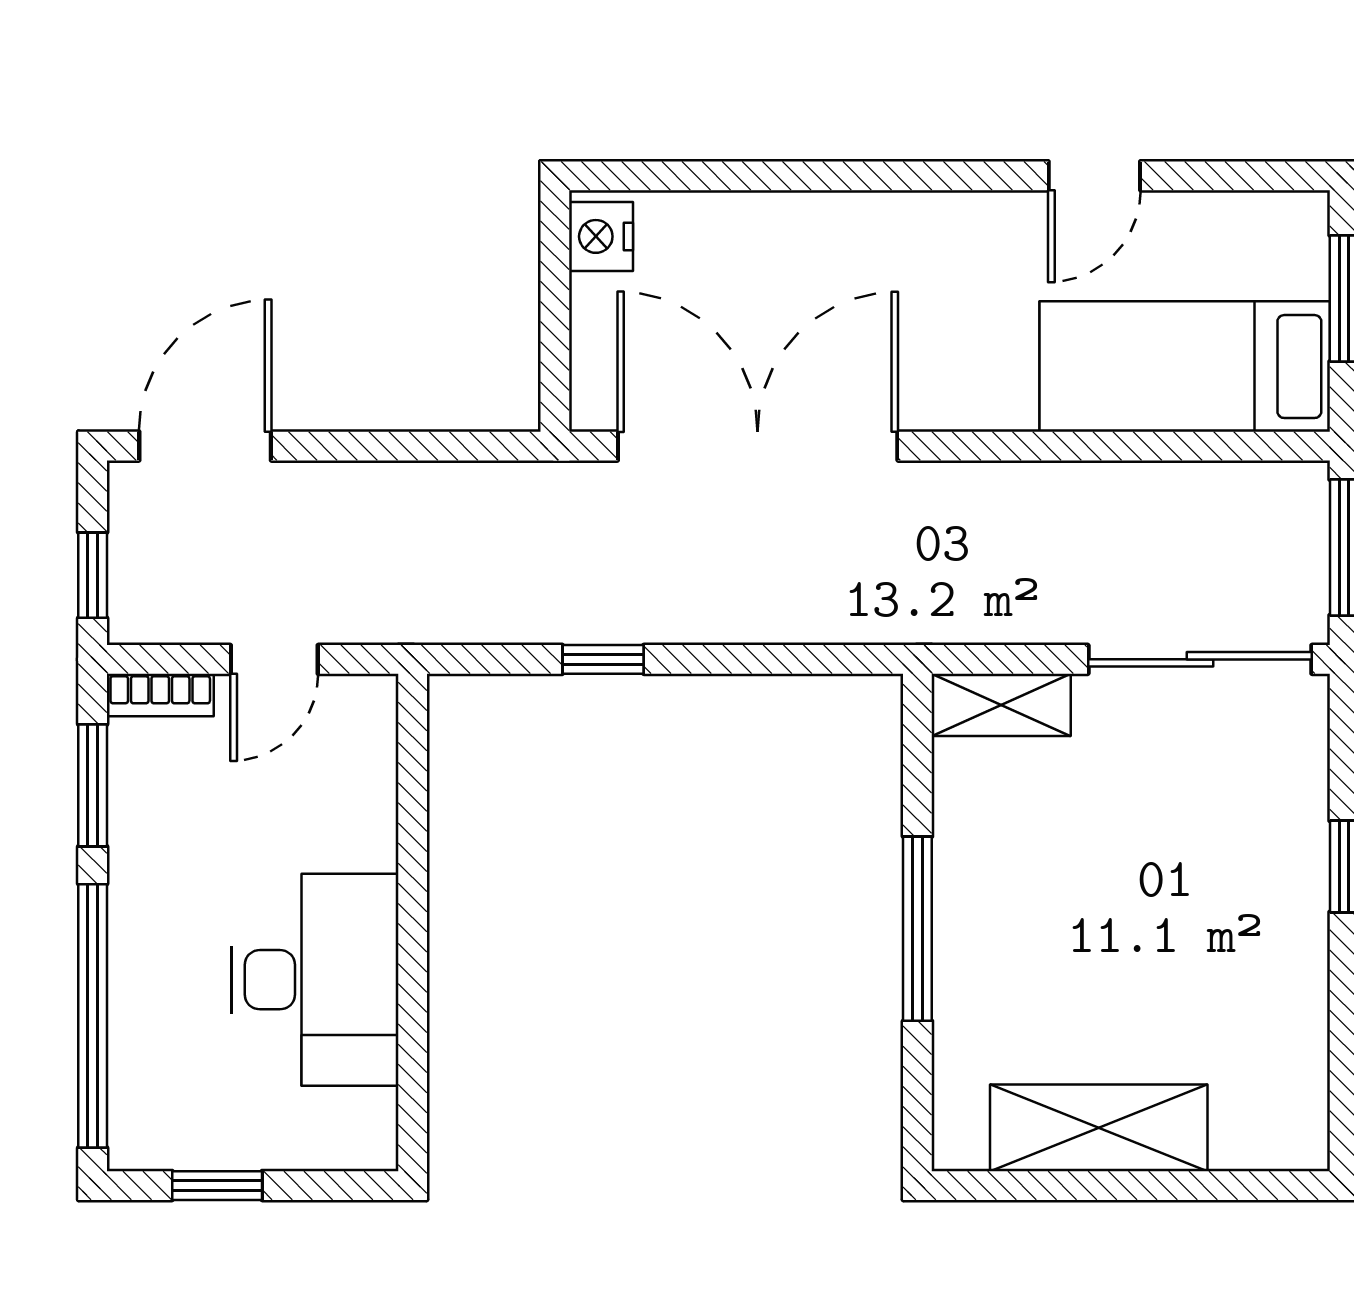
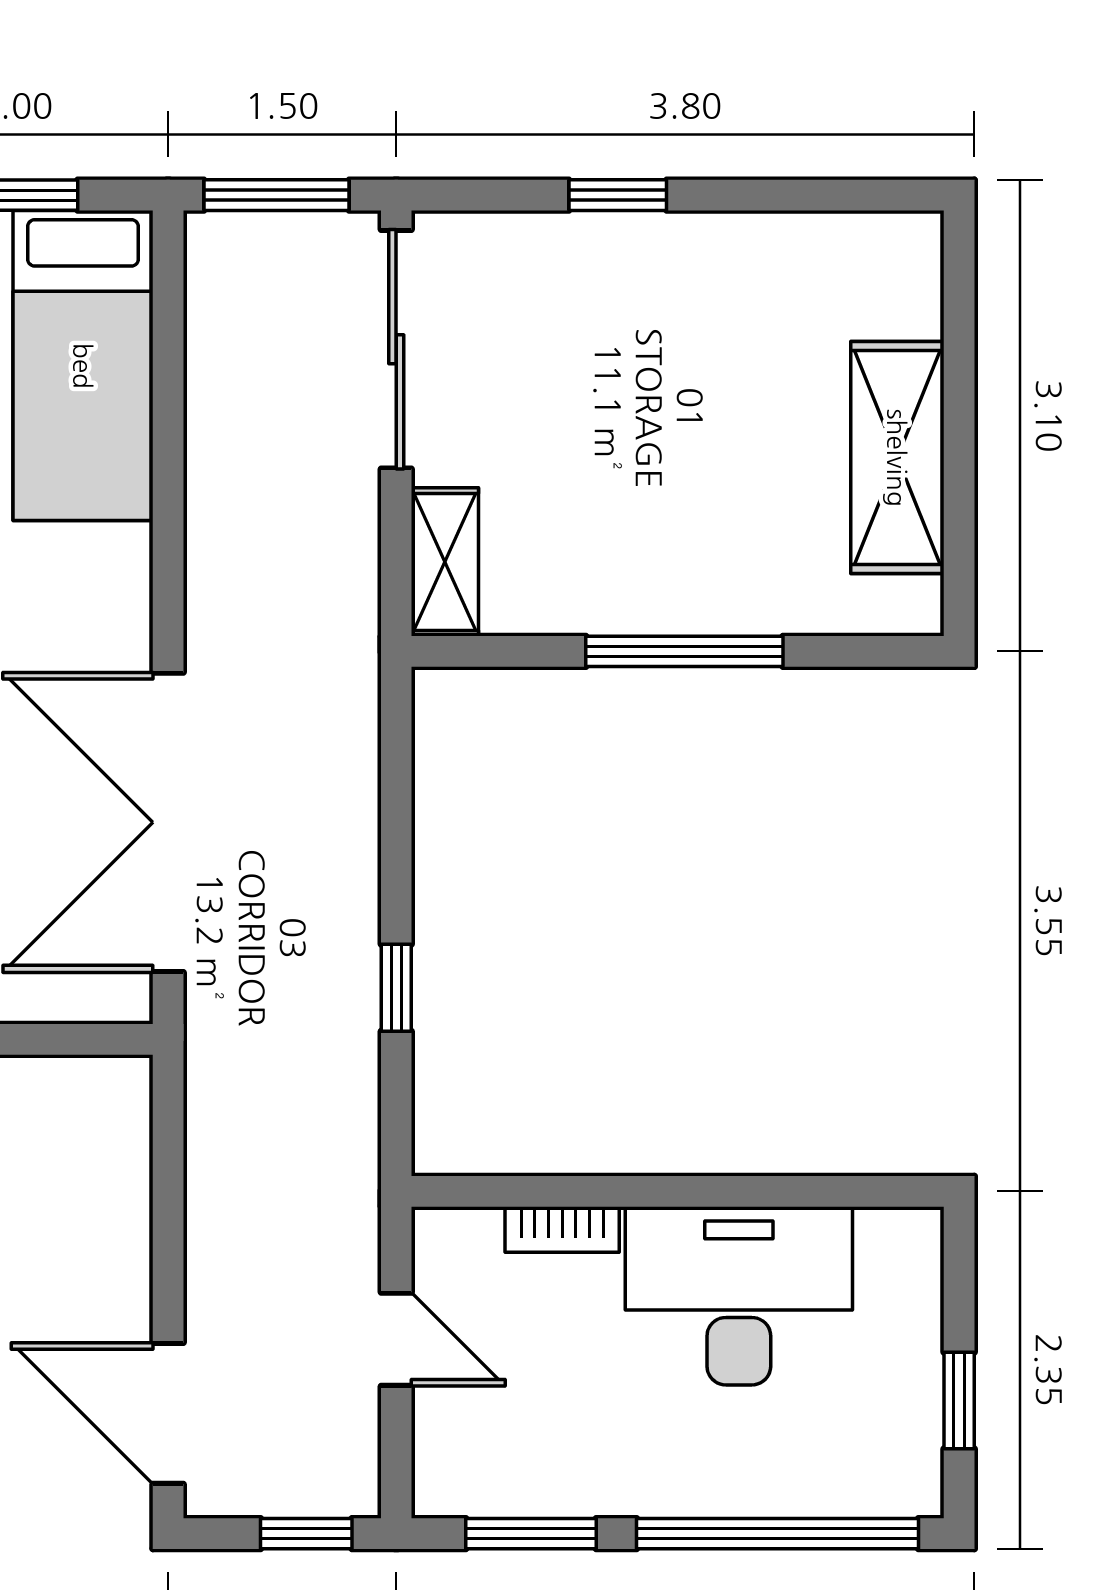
bookcase: (160, 695) -> (562, 1229), moved, turned 90

